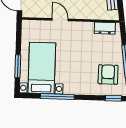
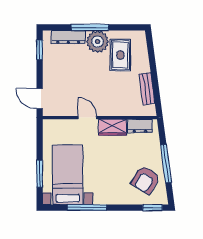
wardrobe: (81, 29) -> (113, 127), added
armchair: (108, 74) -> (145, 180), turned -149

